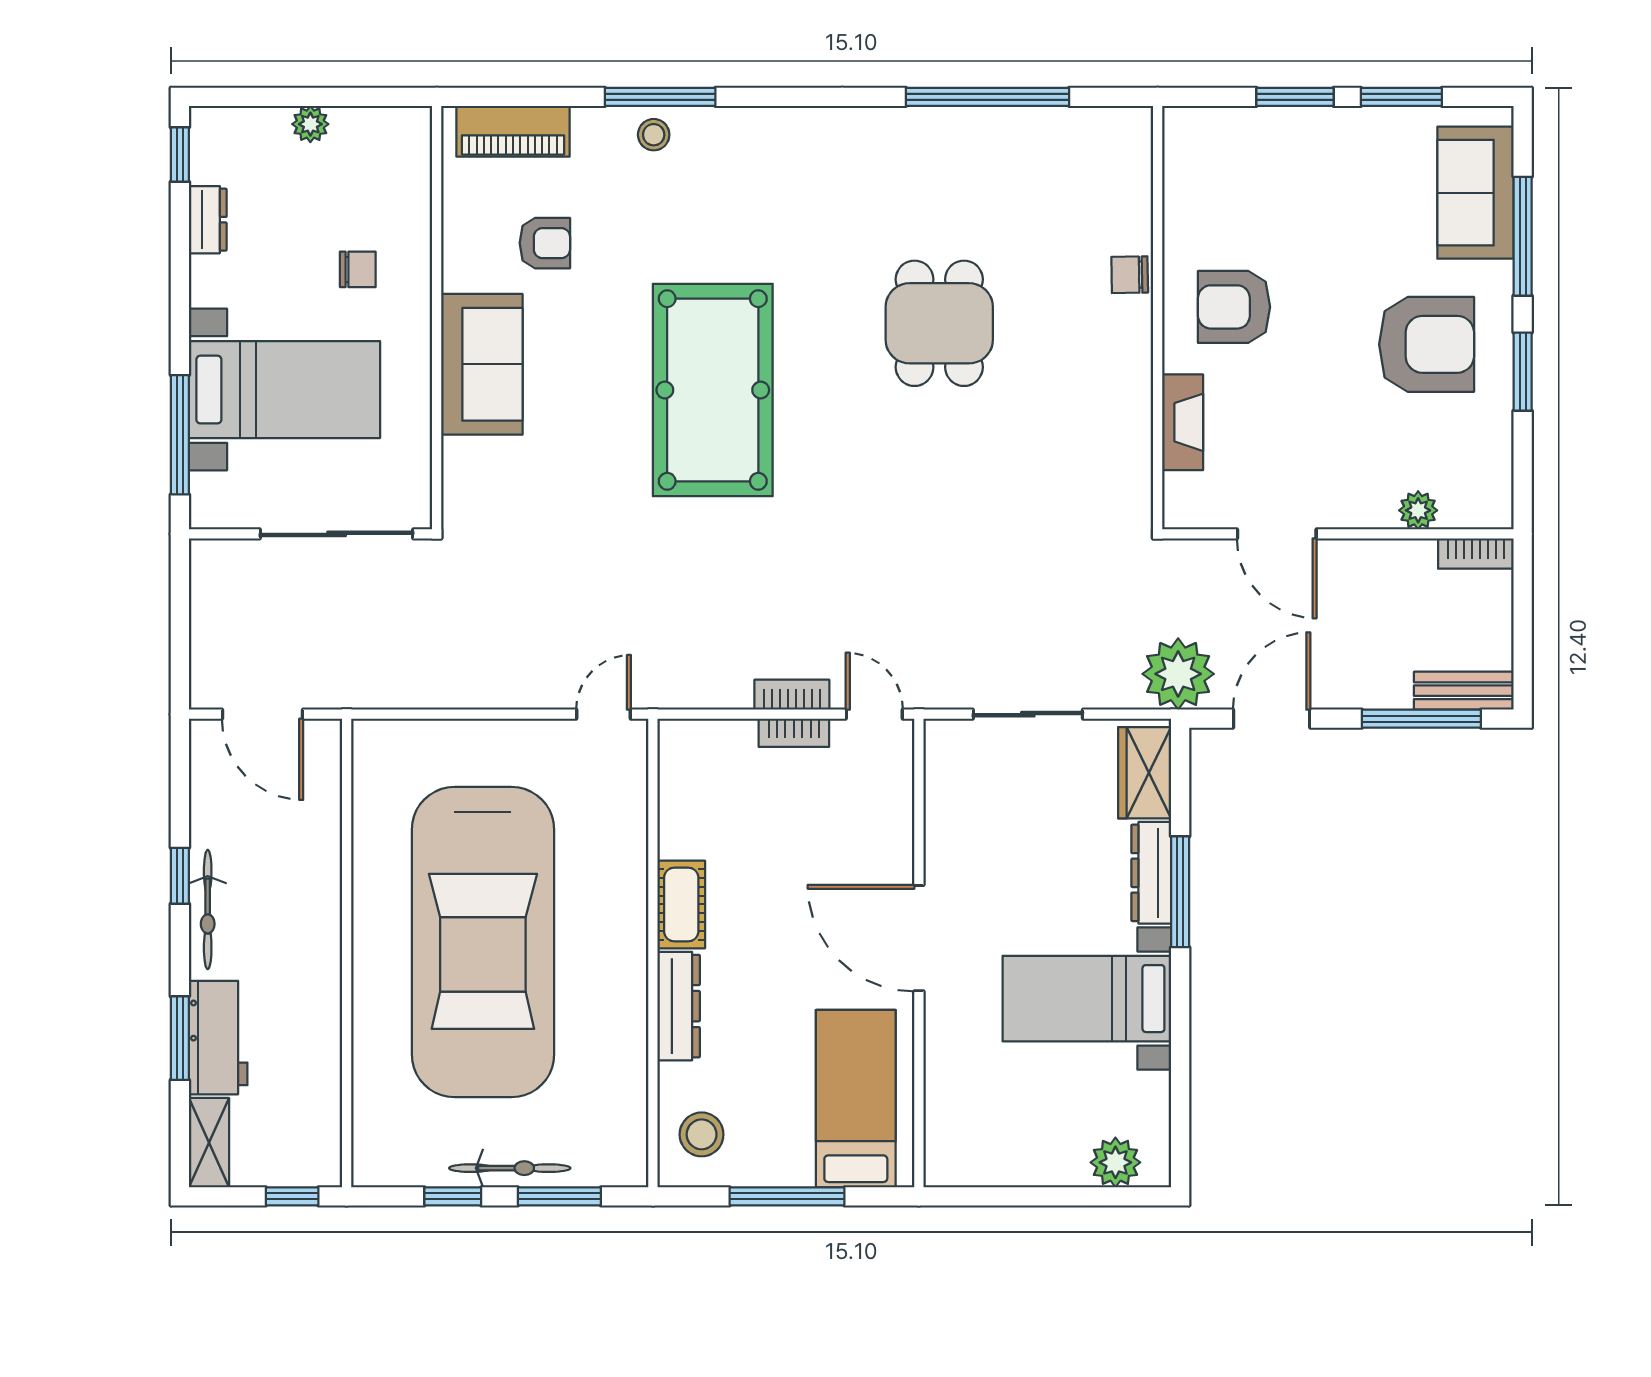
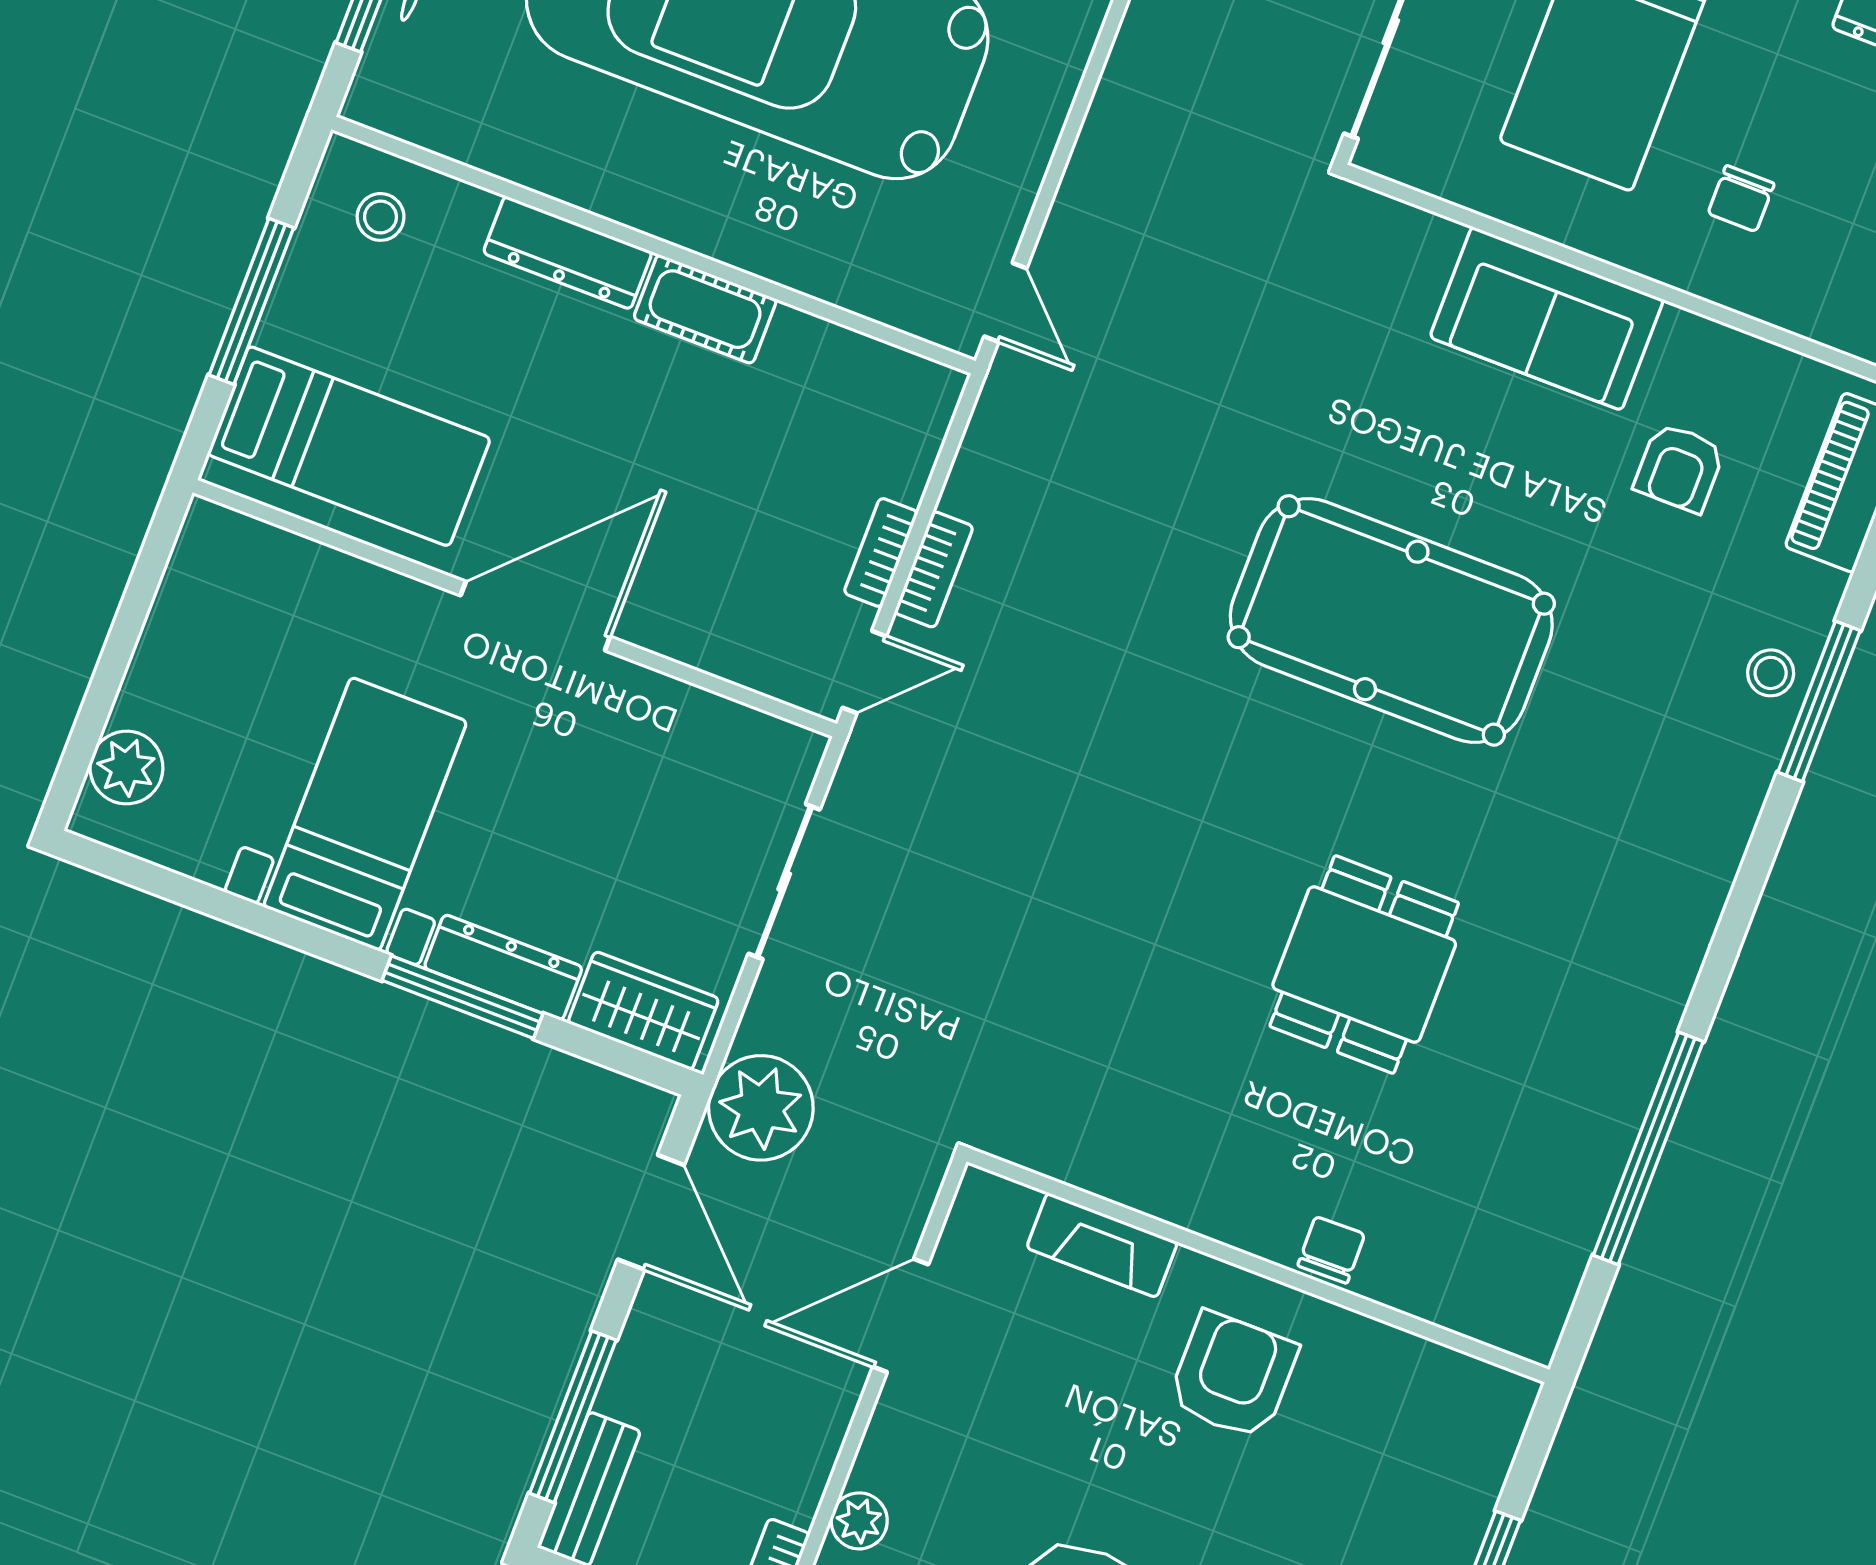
dining table: (939, 323) -> (1364, 965), turned 90
stool: (702, 1134) -> (381, 217), width x0.73, depth x0.73

